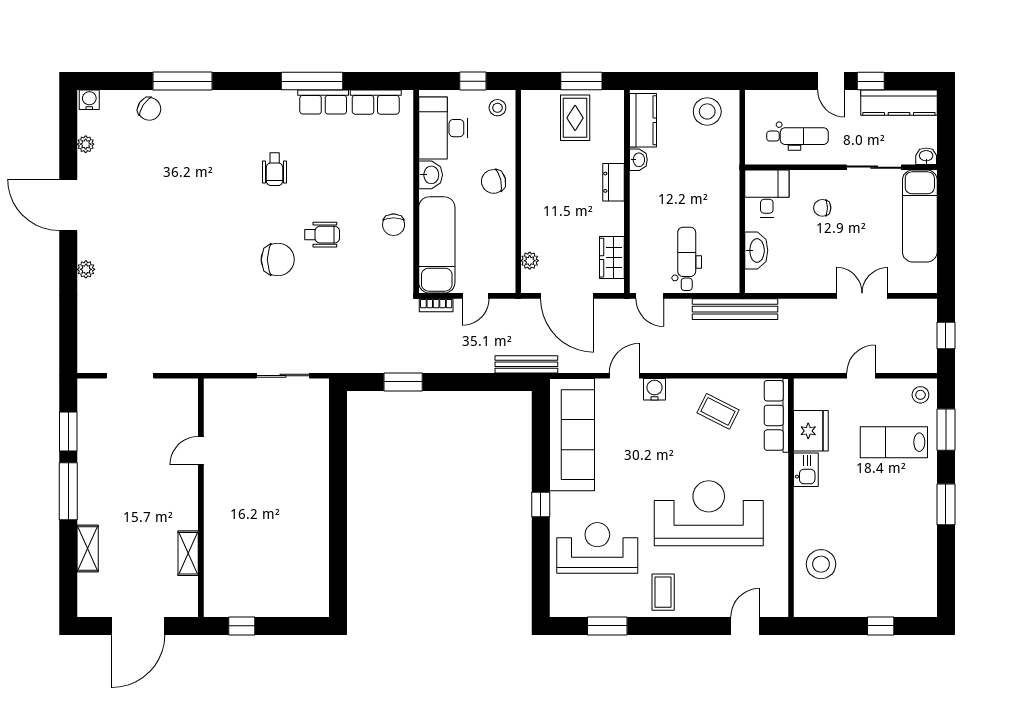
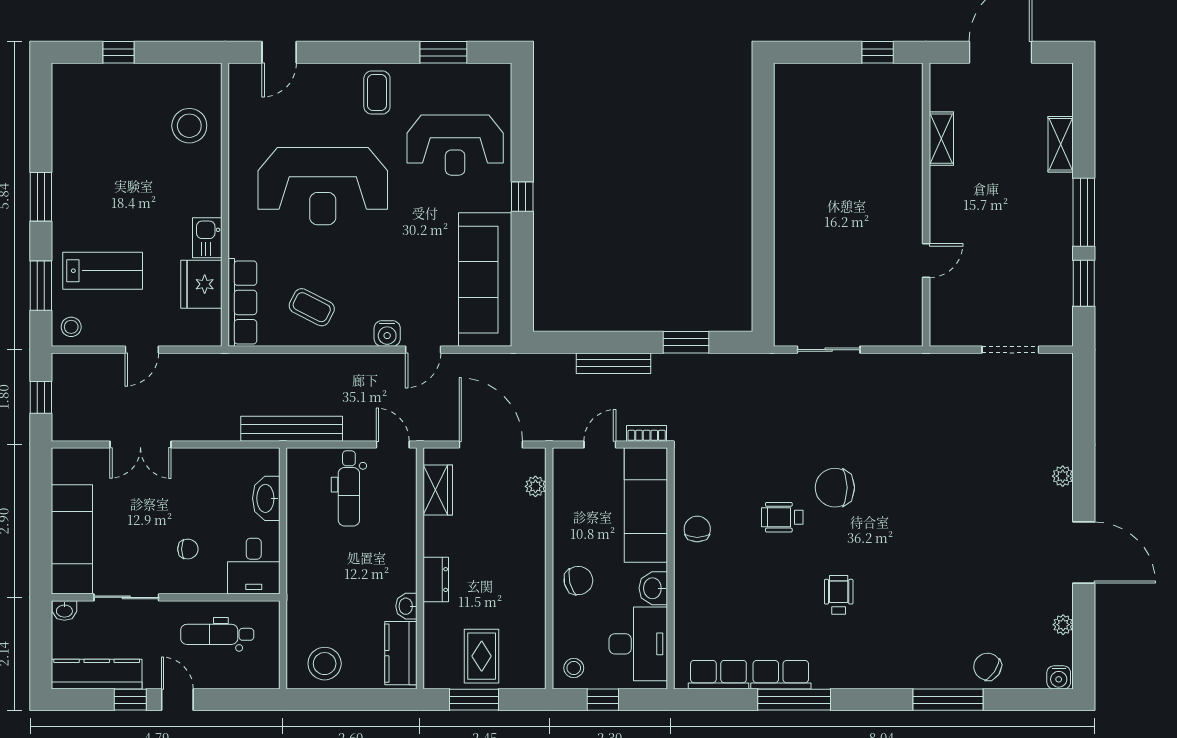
bench: (526, 364) -> (614, 363), moved

